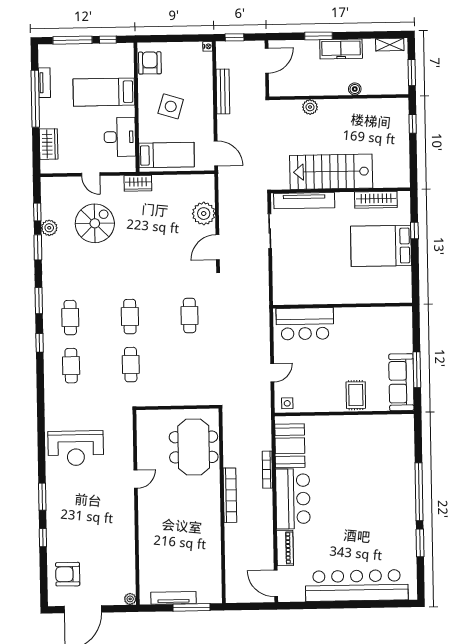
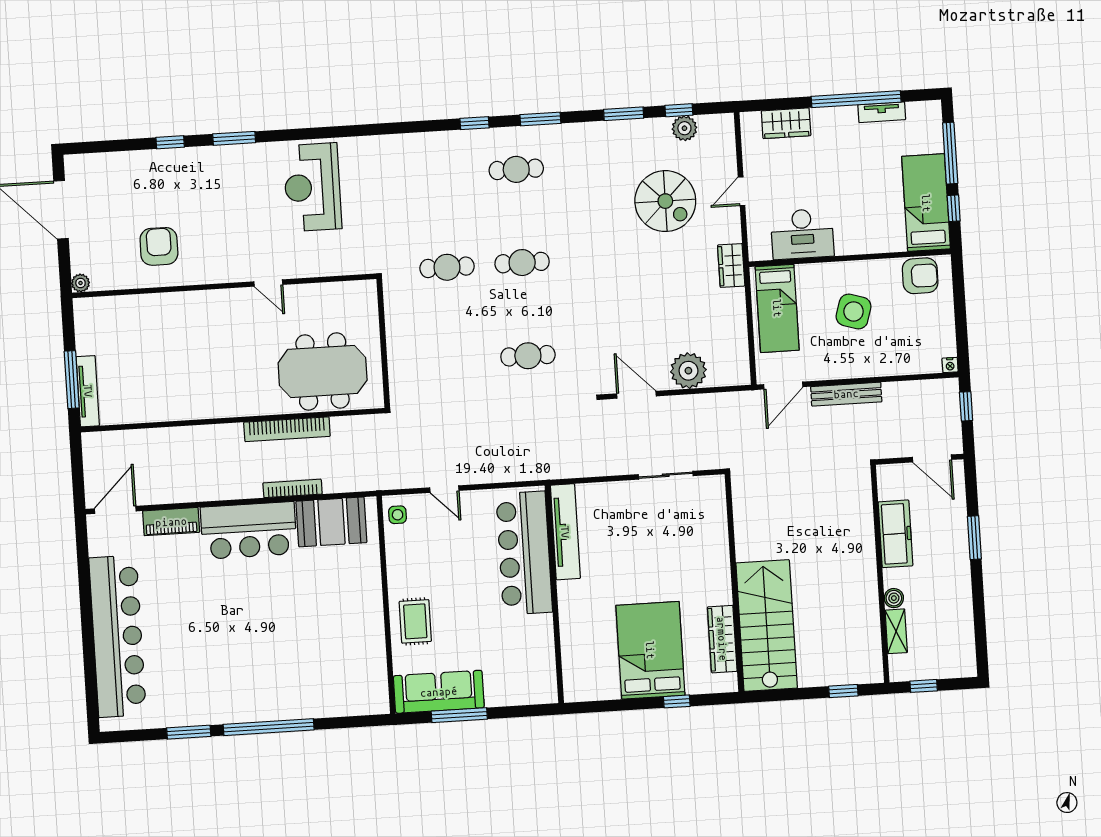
shelving: (390, 45) -> (896, 631), moved
freezer: (341, 49) -> (896, 534), moved, turned 180
window: (412, 73) -> (924, 686), width x0.67
bench: (223, 91) -> (846, 394), moved
bed: (104, 92) -> (926, 203), moved
plant: (310, 107) -> (863, 529), removed
stairs: (331, 172) -> (767, 626), moved
tv unit: (304, 201) -> (565, 532), moved, turned 180
plant: (49, 228) -> (684, 128), moved
bar counter: (305, 324) -> (524, 553), width x1.36
cafe table: (71, 366) -> (441, 174), removed
rug: (356, 395) -> (415, 621), turned 90
bookcase: (230, 495) -> (287, 429), moved
armchair: (68, 574) -> (159, 246), moved
tv unit: (173, 598) -> (88, 391), moved

